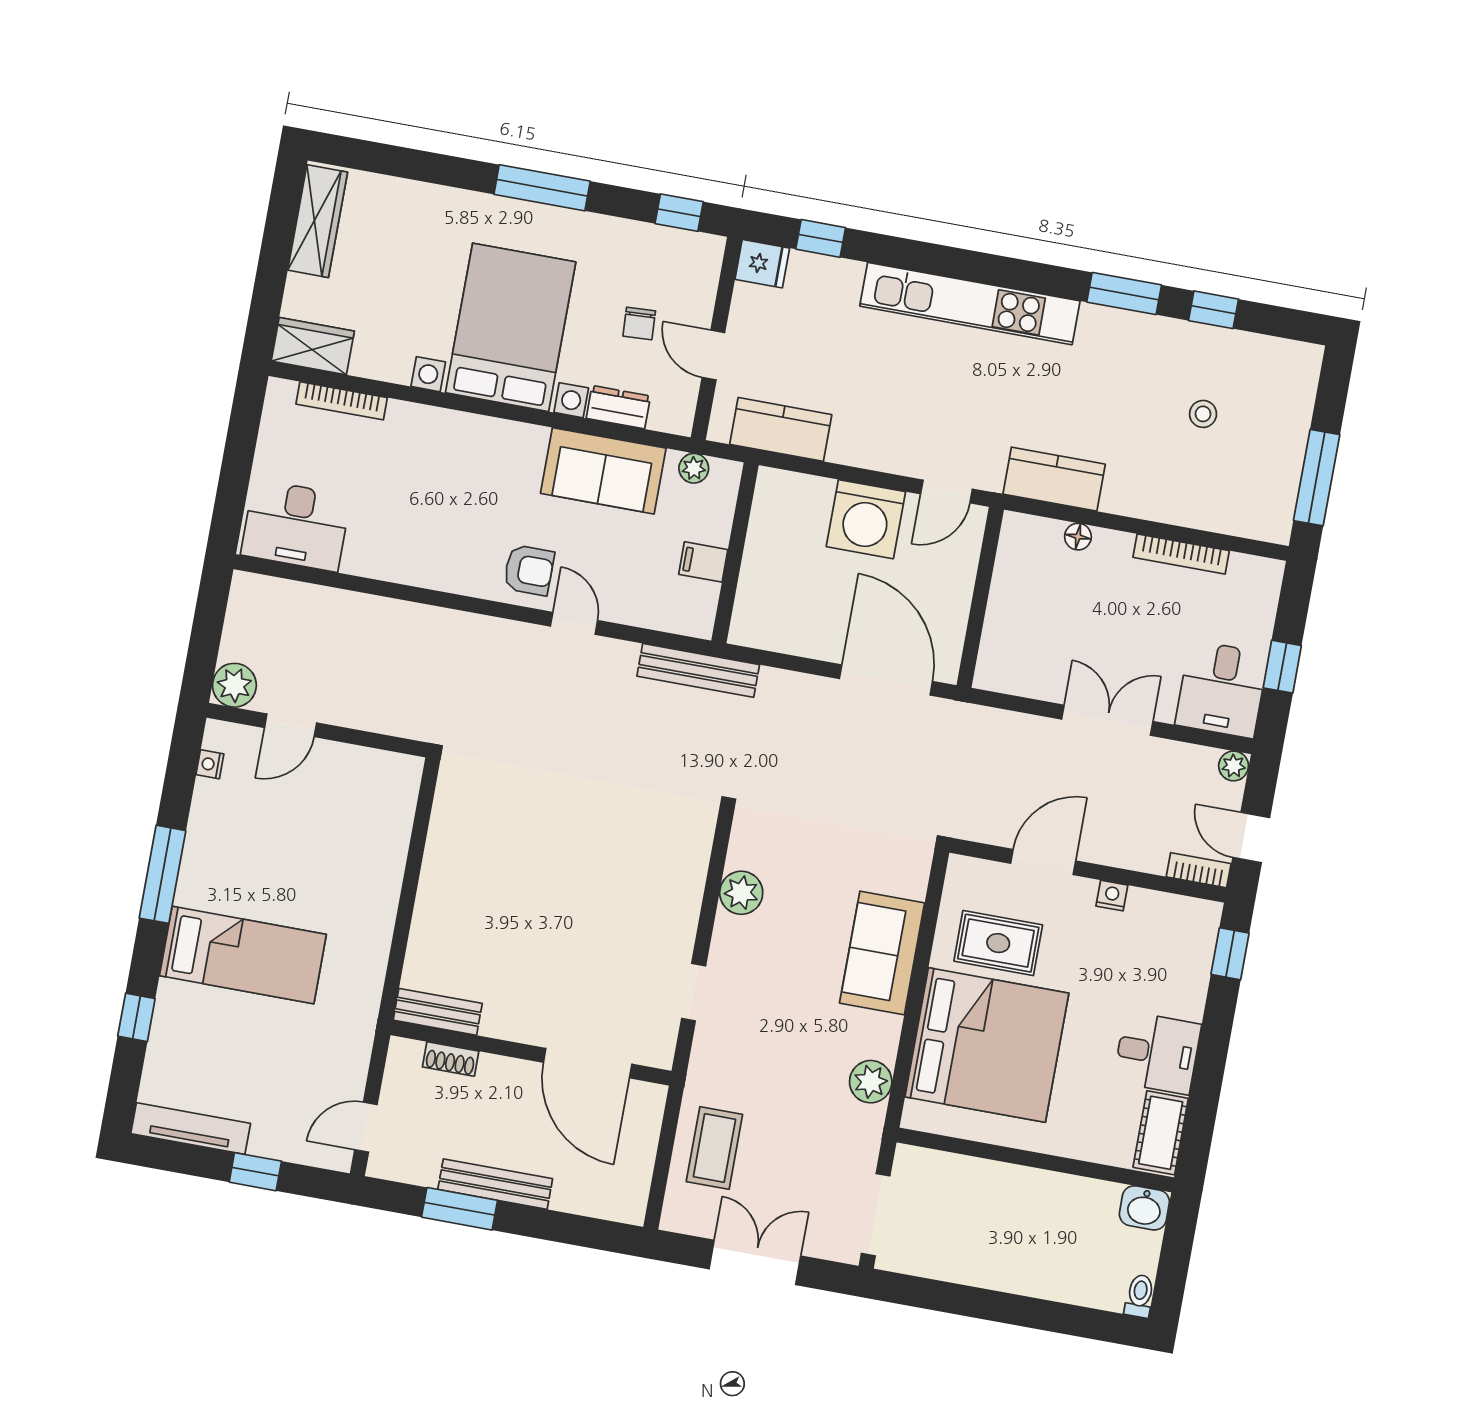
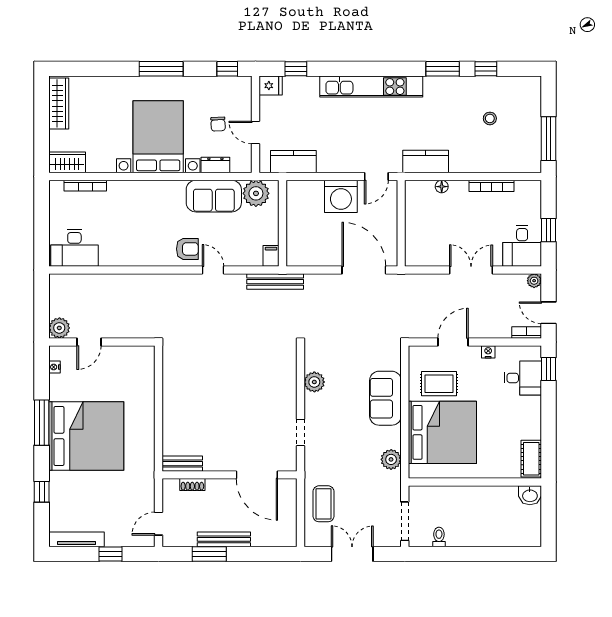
plant: (694, 468) -> (256, 193), width x1.88, depth x1.88
filing cabinet: (703, 562) -> (271, 256), moved, turned 90
bed: (243, 955) -> (86, 436), width x2.04
desk: (1157, 1053) -> (523, 378), moved
toilet: (1140, 1296) -> (439, 537), moved

